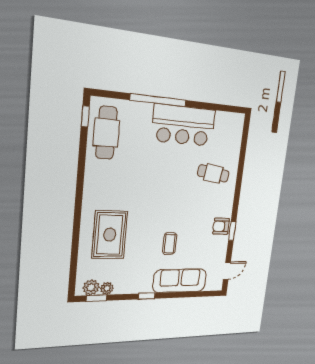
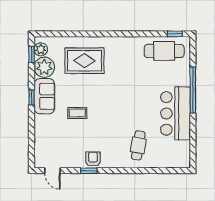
sofa: (180, 281) -> (44, 96), moved, width x0.73
plant: (107, 288) -> (44, 67), width x1.88, depth x1.88

